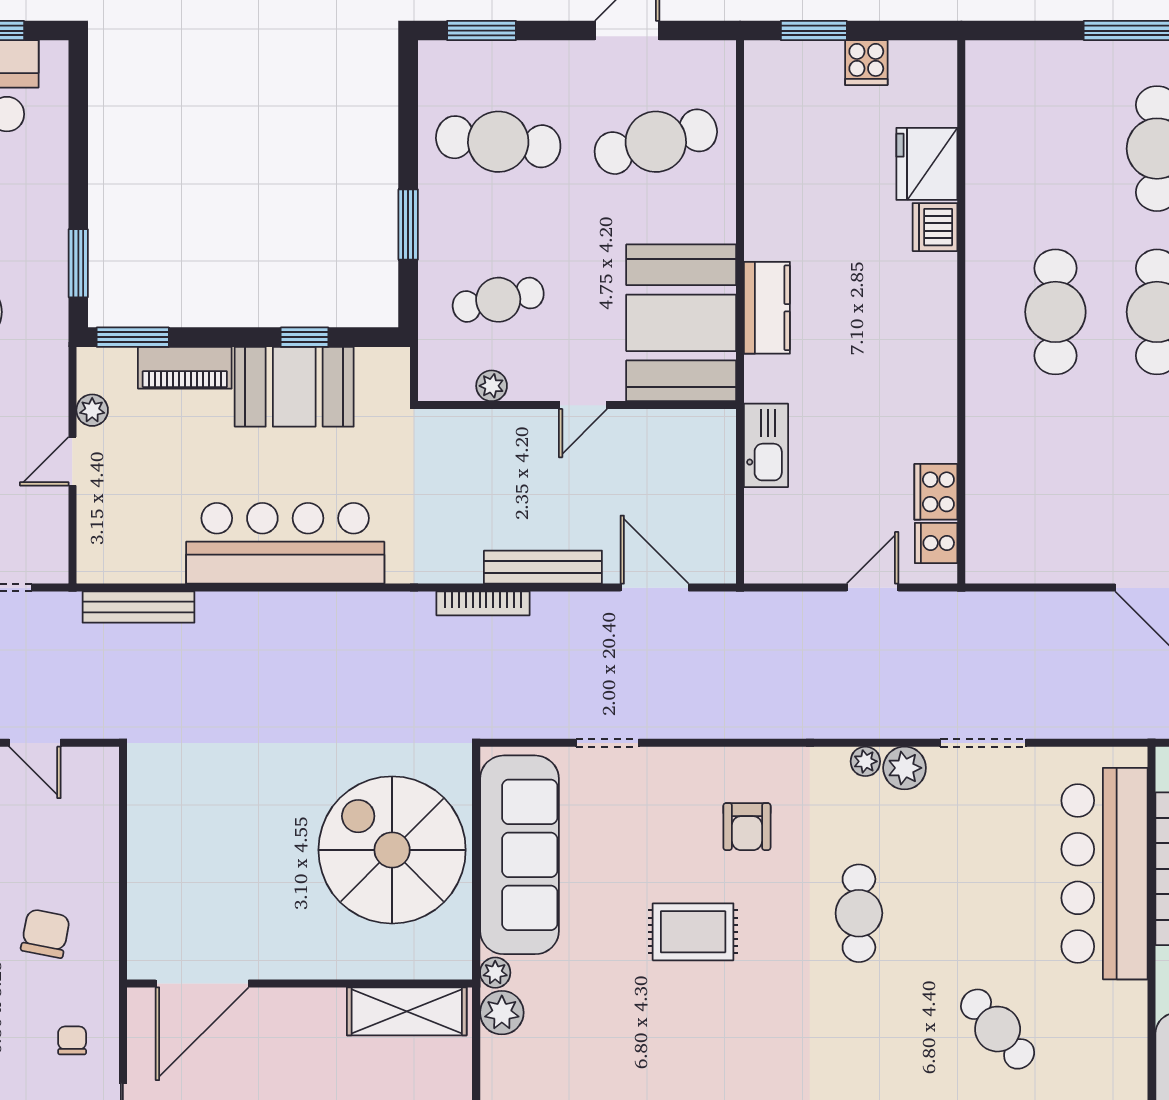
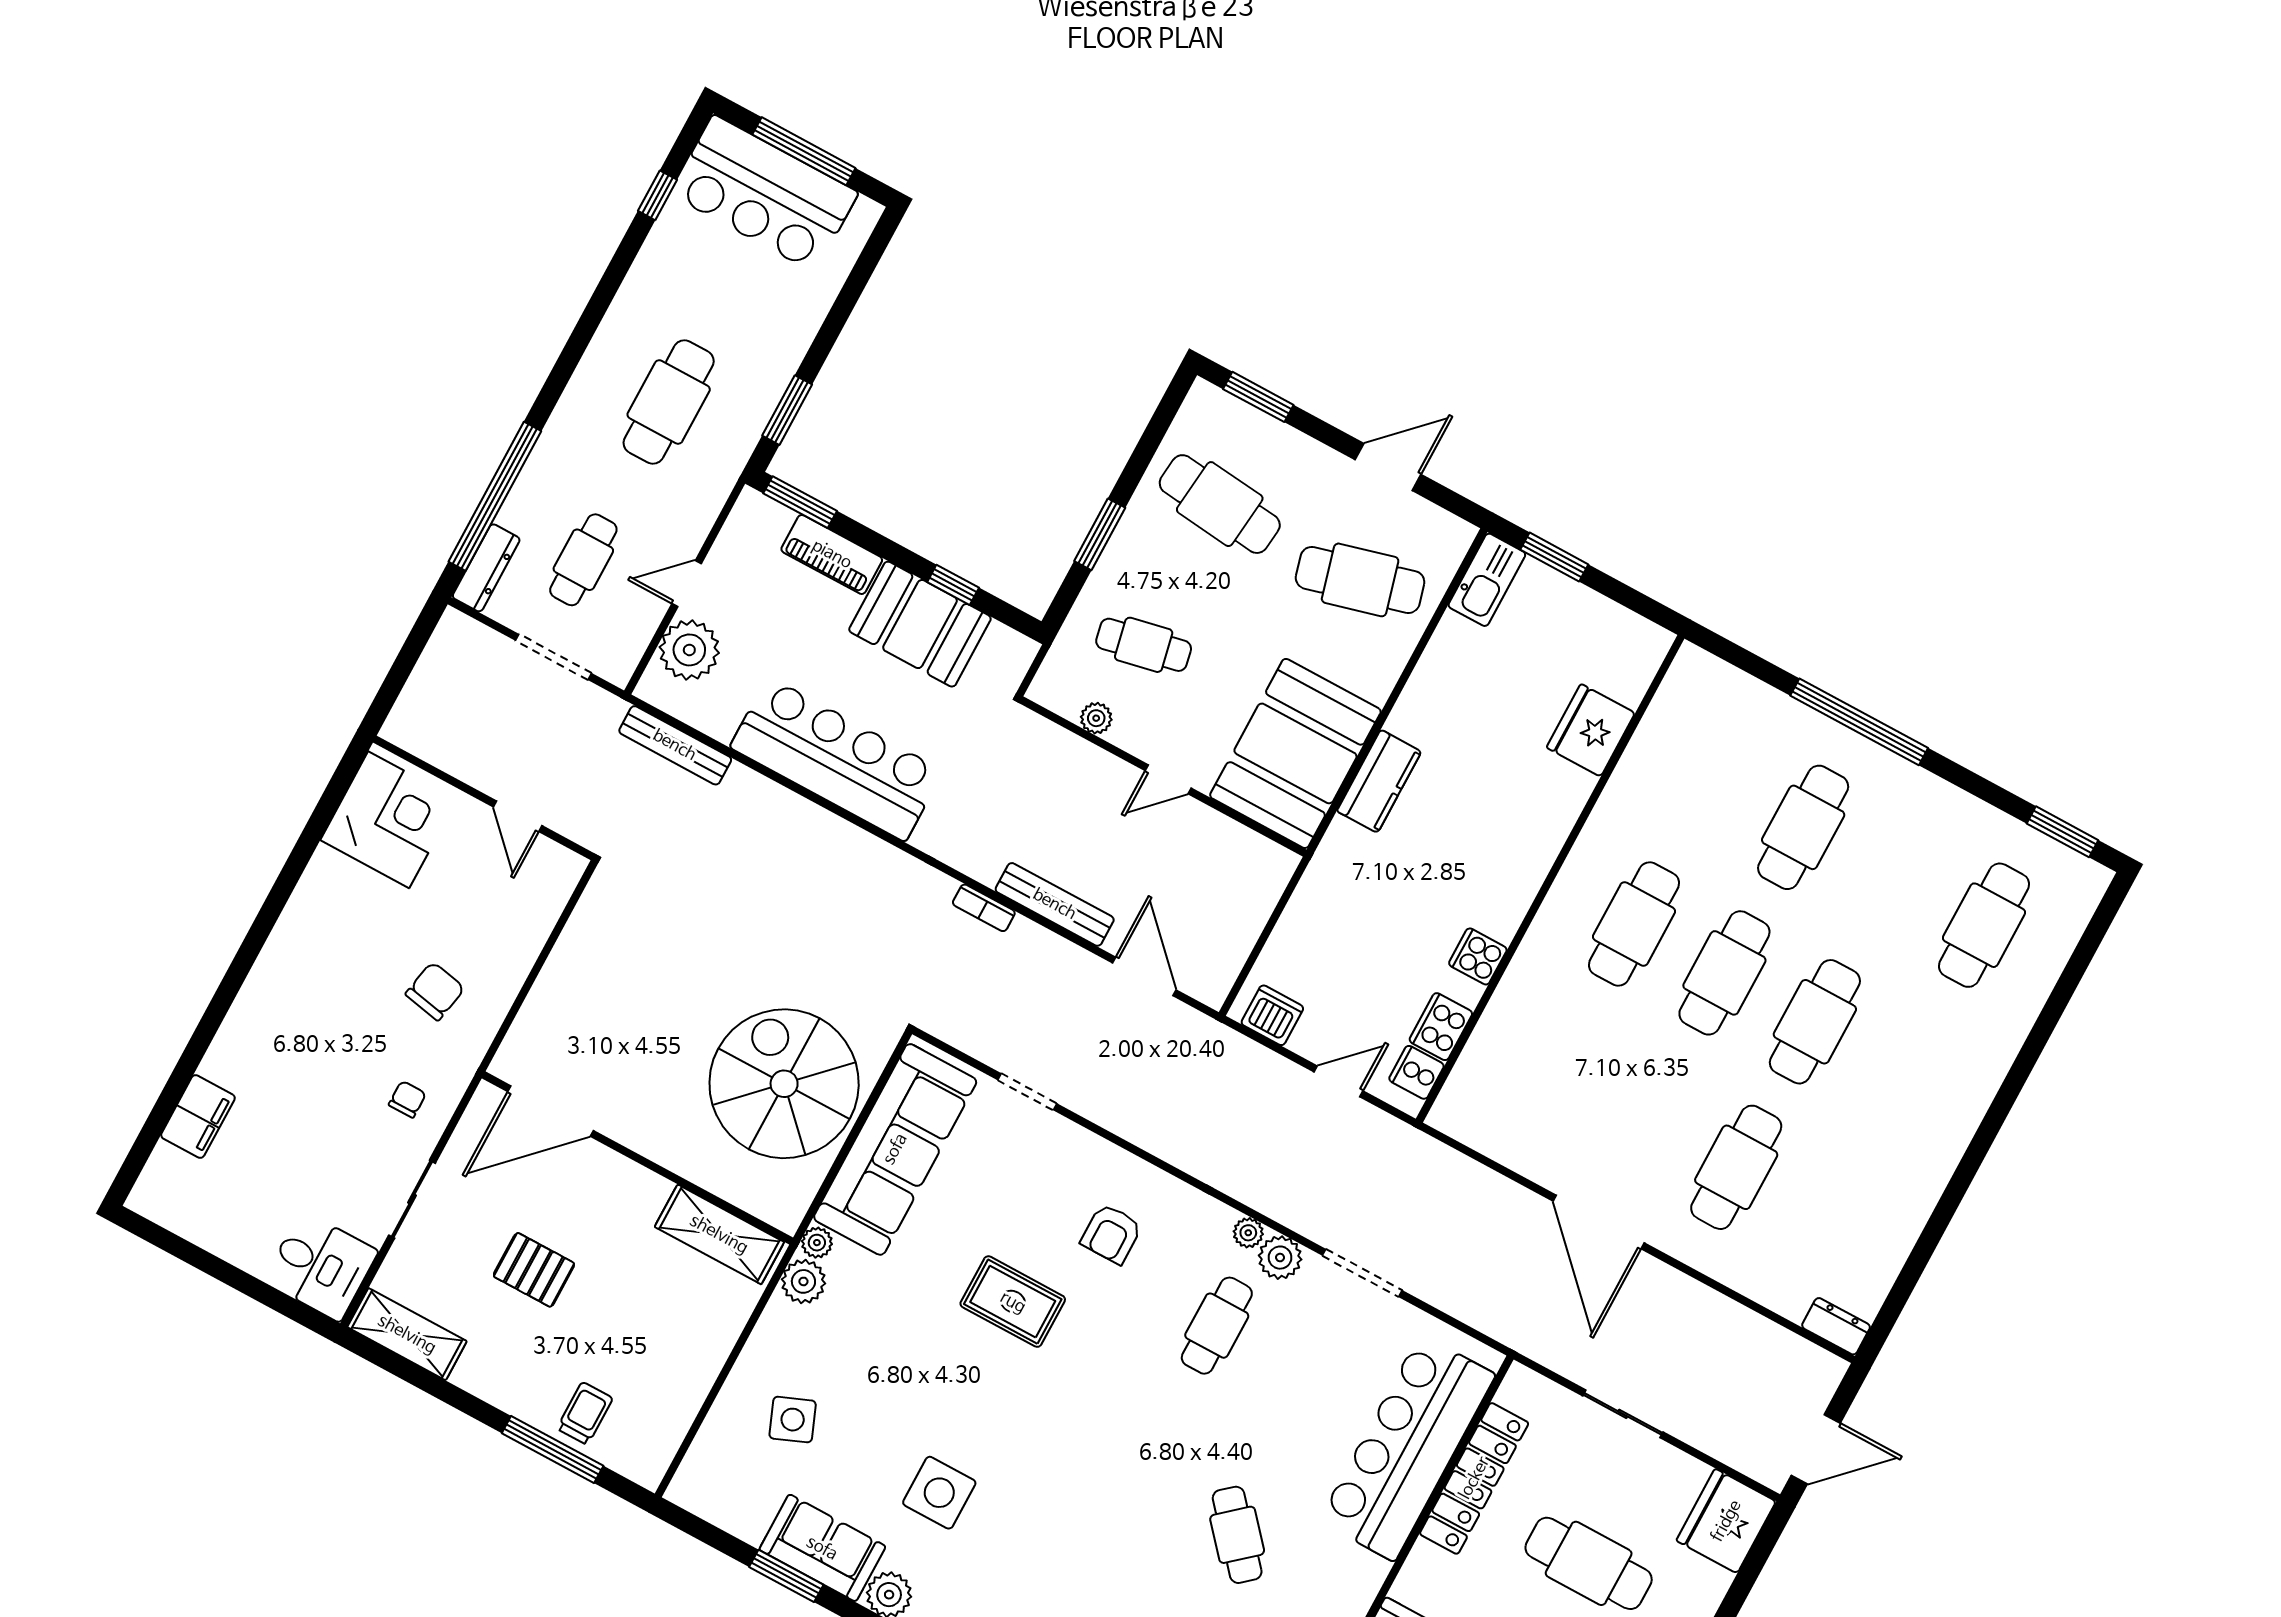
cooker: (866, 63) -> (1478, 956), moved, turned 90
dishwasher: (935, 227) -> (1272, 1015), moved, turned 90
plant: (92, 410) -> (689, 650), moved, width x1.87, depth x1.87
kitchen sink: (766, 445) -> (1487, 580), moved
bookcase: (483, 603) -> (984, 908), width x0.64
cafe table: (859, 913) -> (1217, 1326), moved

